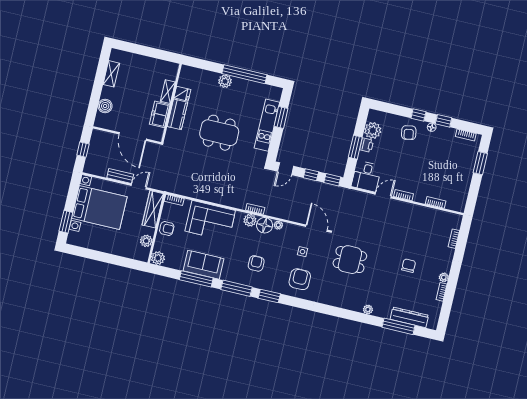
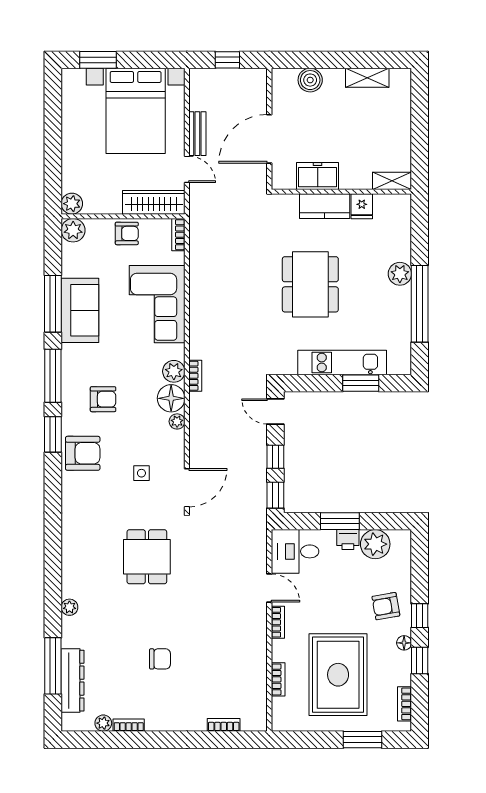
shelving: (168, 92) -> (392, 181), moved
rug: (441, 168) -> (338, 675), added
armchair: (167, 228) -> (127, 233), turned -90
plant: (146, 241) -> (72, 204), moved
plant: (444, 277) -> (103, 723), moved
armchair: (300, 279) -> (83, 453), moved

